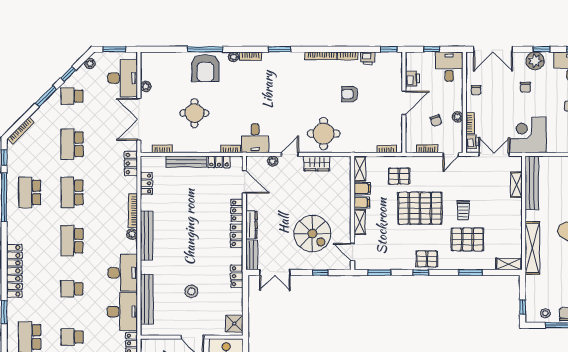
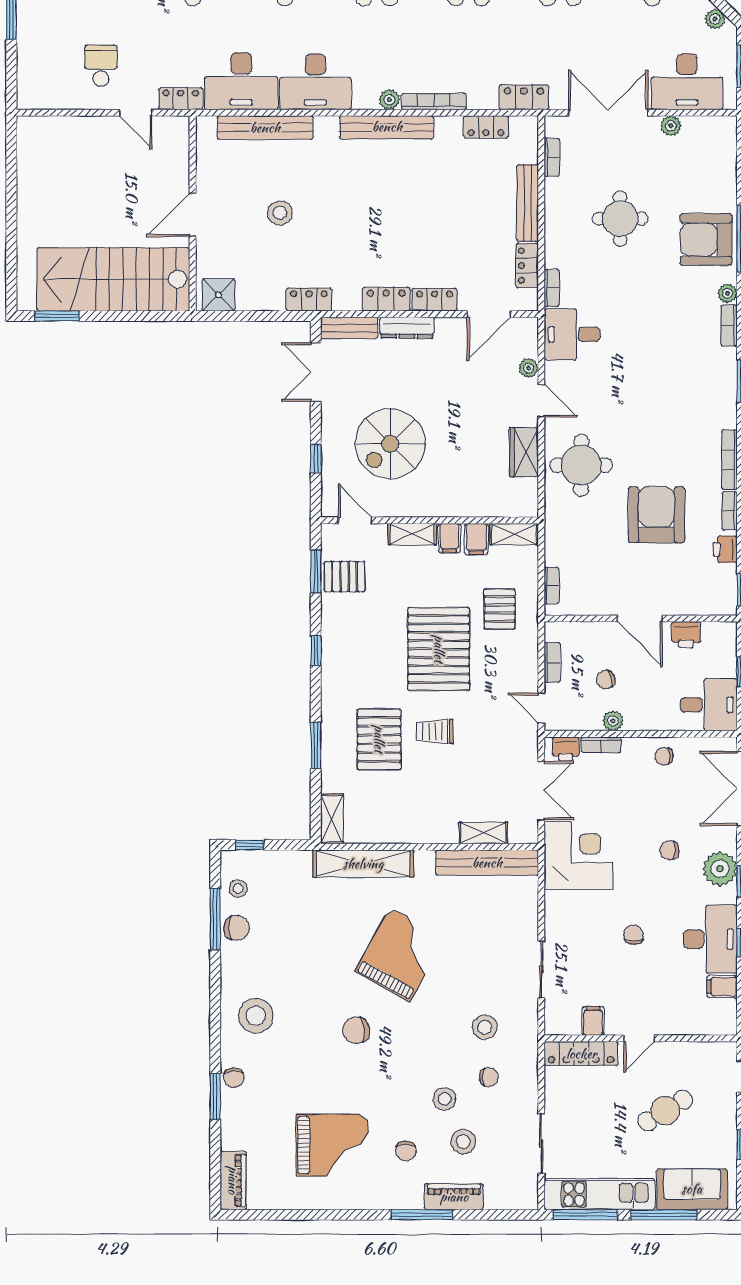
armchair: (350, 94) -> (656, 515), width x1.88, depth x1.88
door: (352, 252) -> (355, 520), hinge flipped
pallet: (427, 259) -> (345, 576), moved, turned 90

